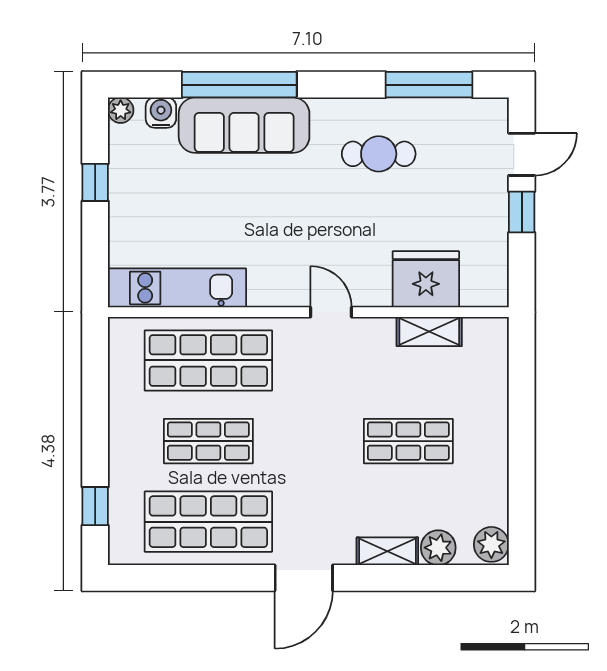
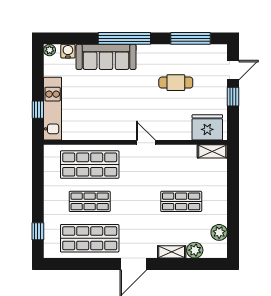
window: (239, 85) -> (124, 38), moved
cafe table: (379, 154) -> (176, 83), moved
window: (95, 182) -> (38, 110), moved
fridge: (426, 279) -> (207, 127), moved
kitchen unit: (177, 288) -> (53, 109), moved, turned 90
shelving: (429, 332) -> (212, 151), moved
plant: (491, 544) -> (219, 232), moved

